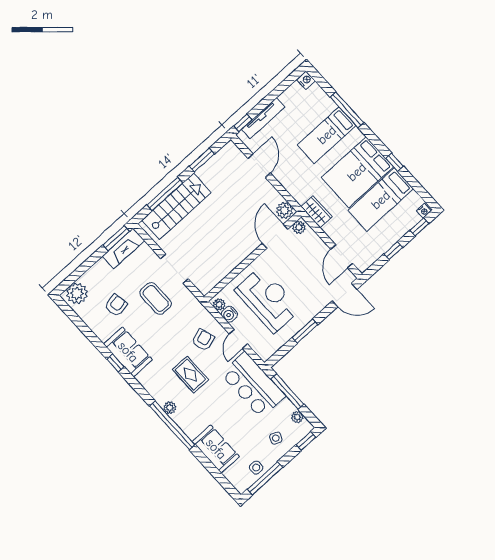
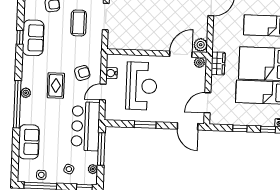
plant: (219, 304) -> (111, 62), removed

